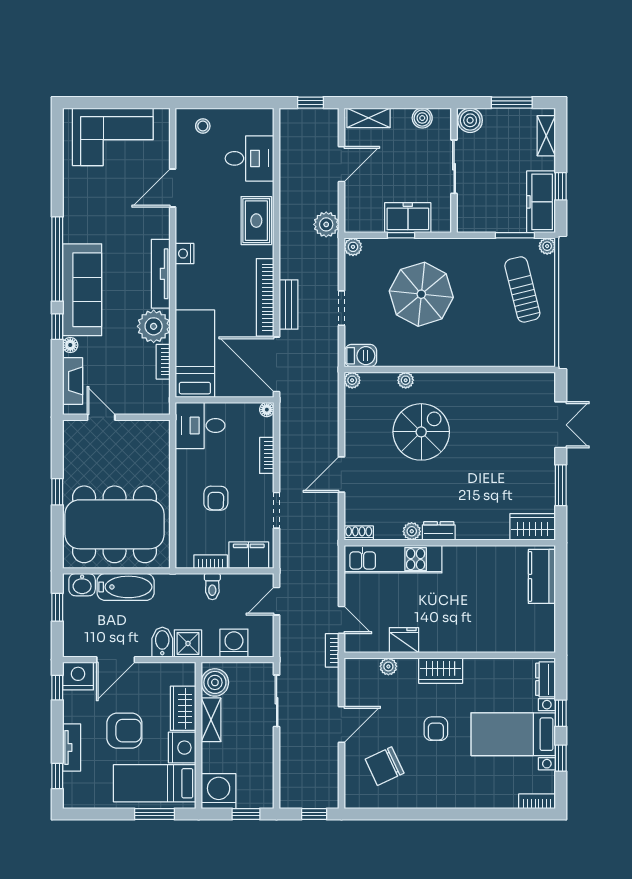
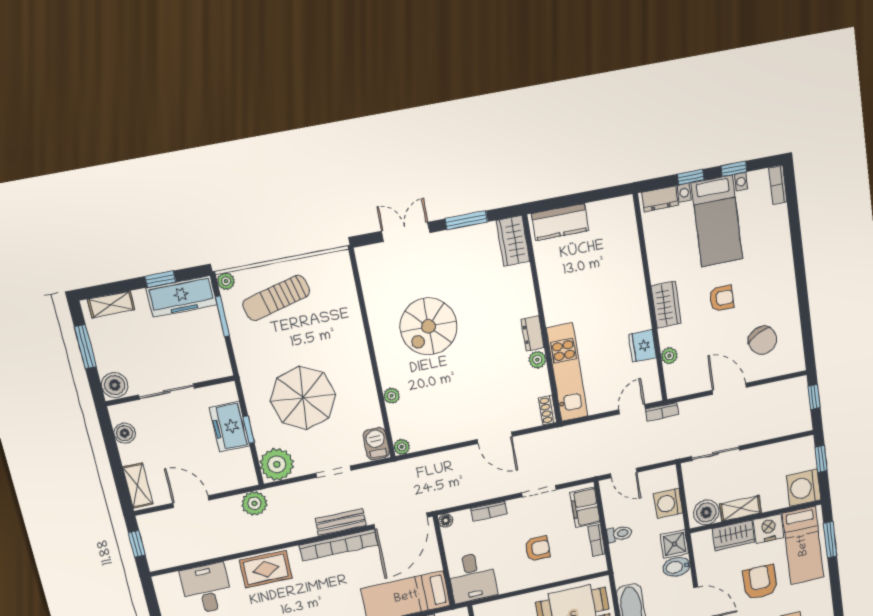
plant: (353, 247) -> (277, 464), width x1.88, depth x1.88
spiral stairs: (421, 432) -> (428, 326), moved, turned -90

